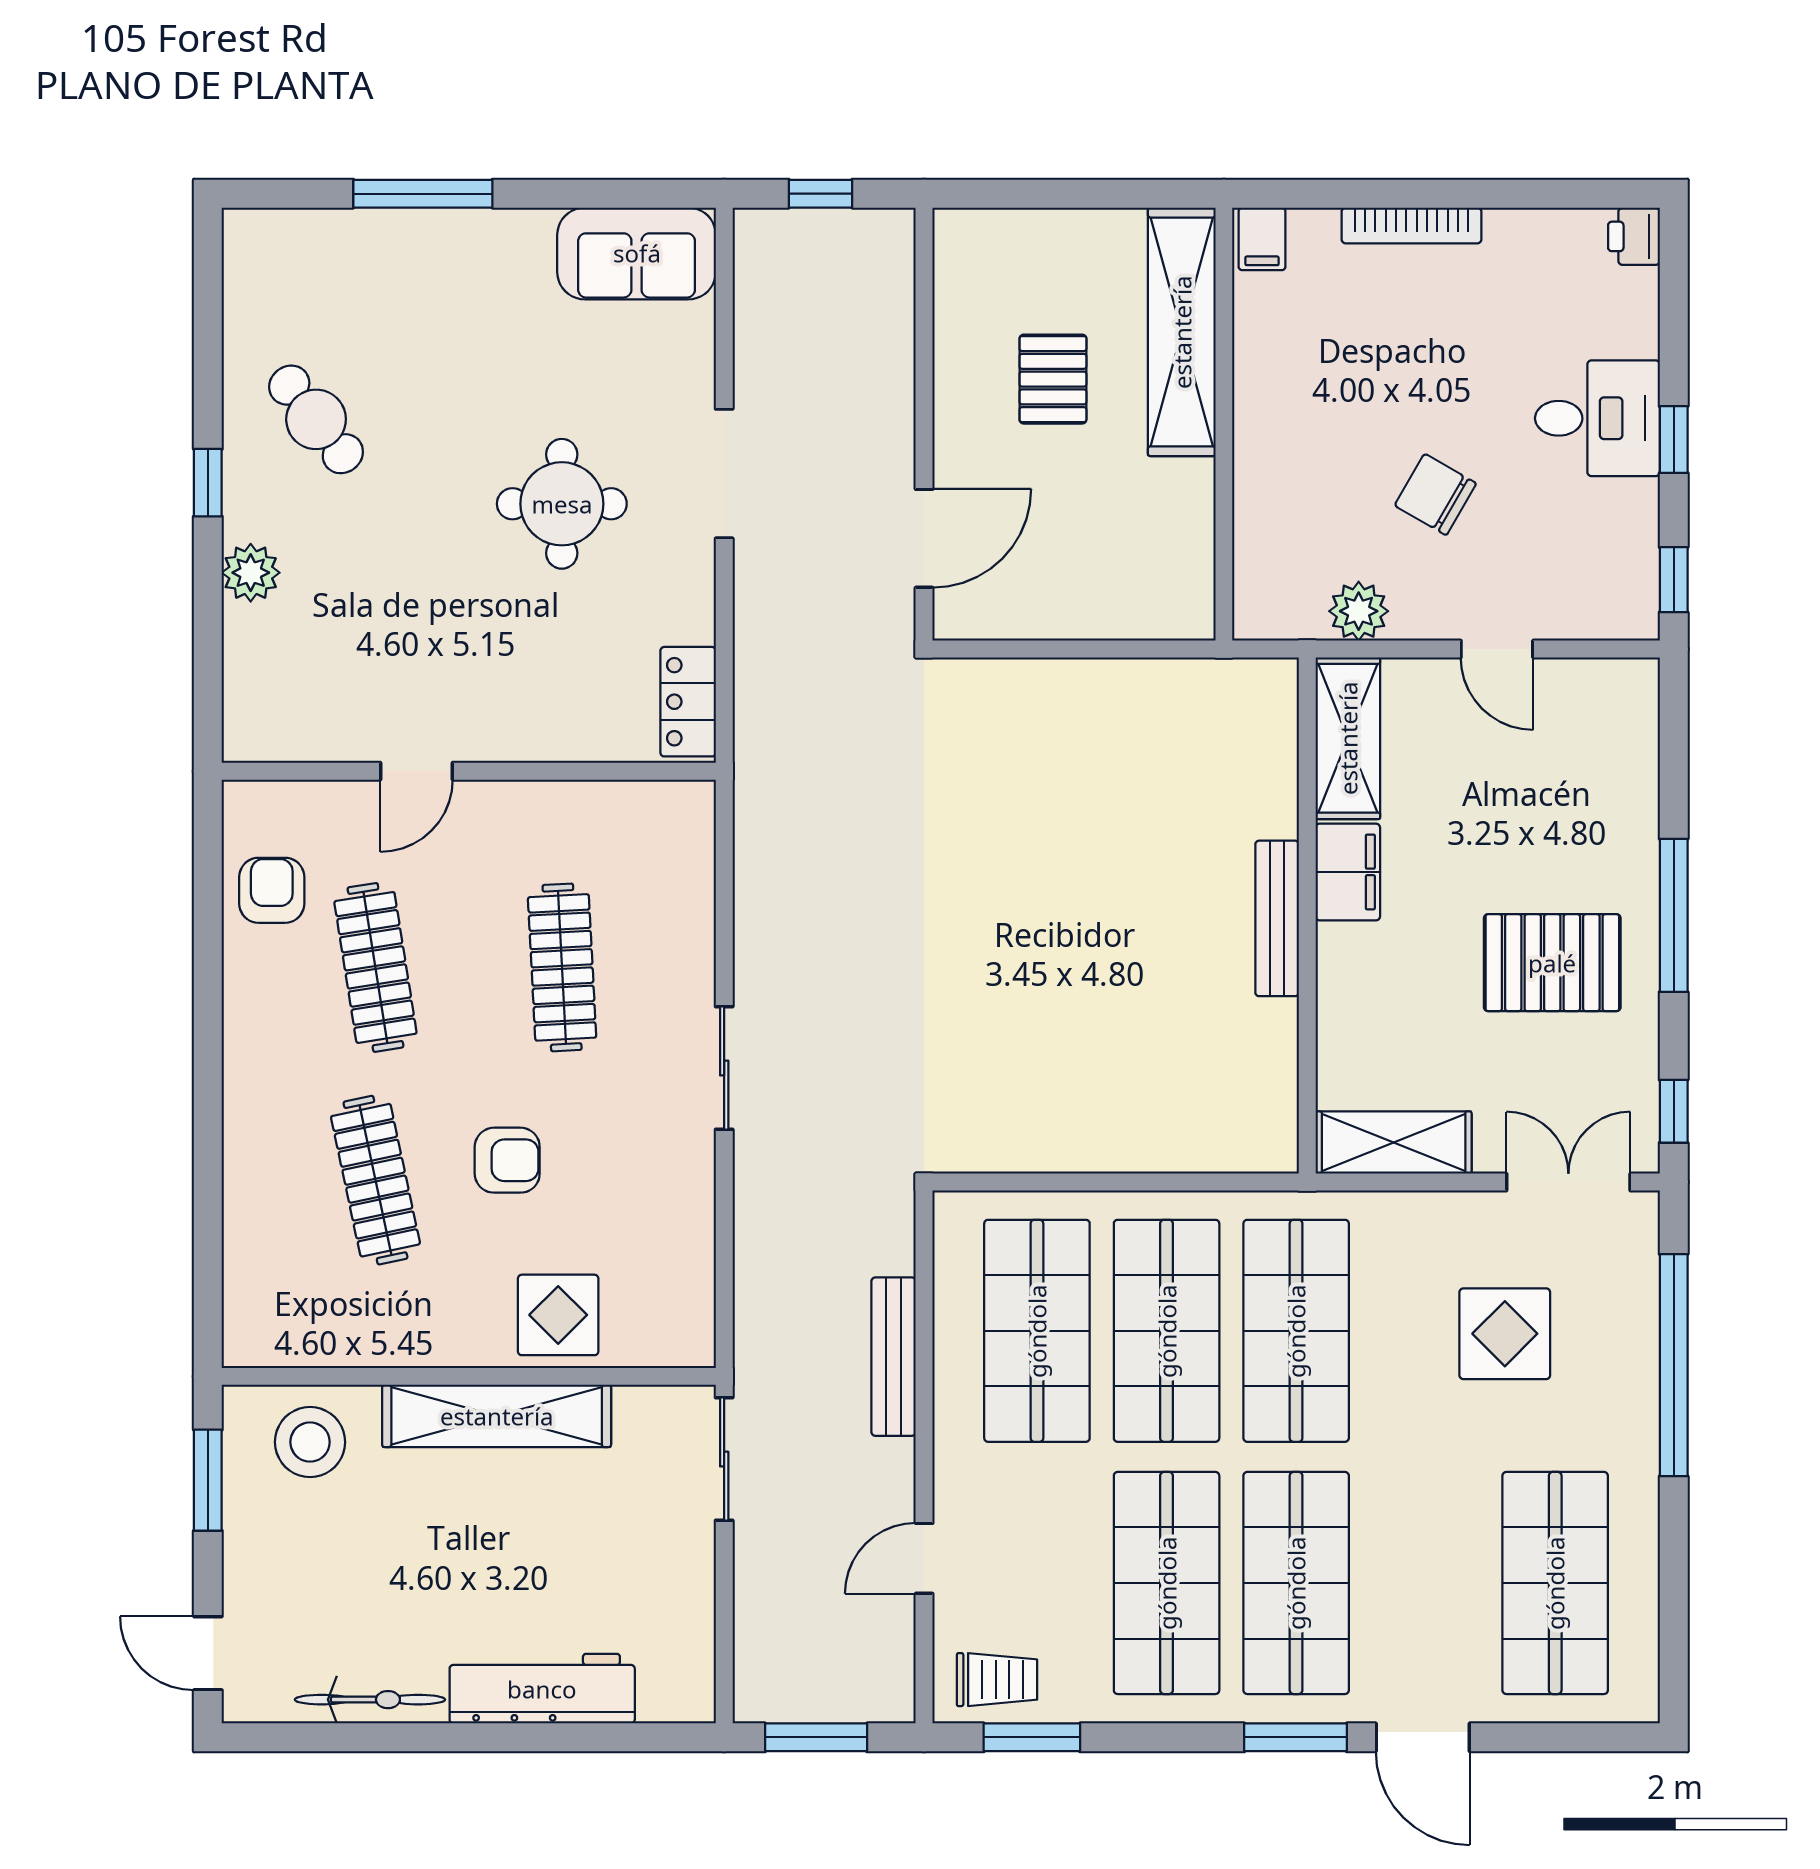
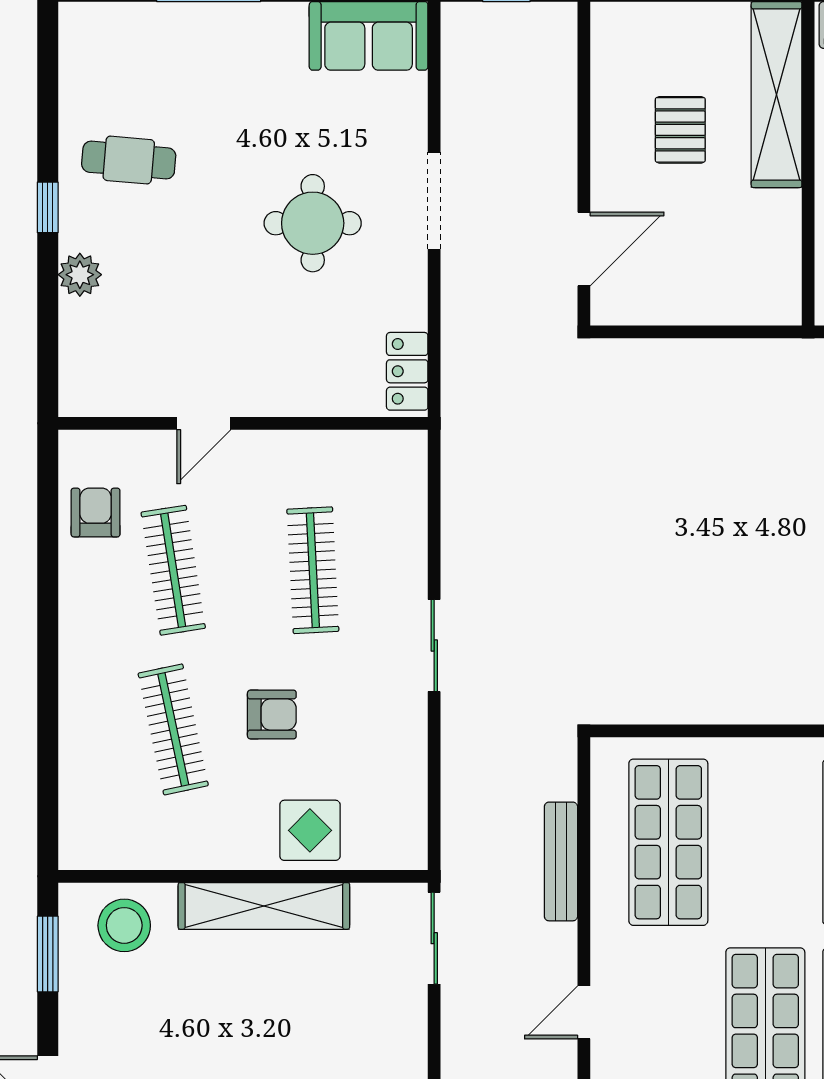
cafe table: (316, 419) -> (129, 160), turned -47
shop shelf: (1167, 1331) -> (765, 842), removed

